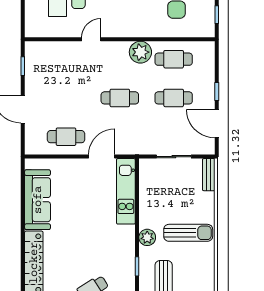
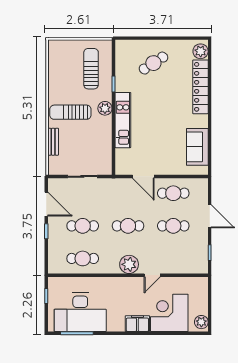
plant: (140, 52) -> (129, 264), moved
cafe table: (66, 98) -> (173, 226), added
door: (102, 157) -> (143, 176), hinge flipped
bench: (209, 175) -> (53, 142), moved
kitchen unit: (126, 191) -> (123, 120), moved
sofa: (38, 200) -> (197, 147), width x0.73

